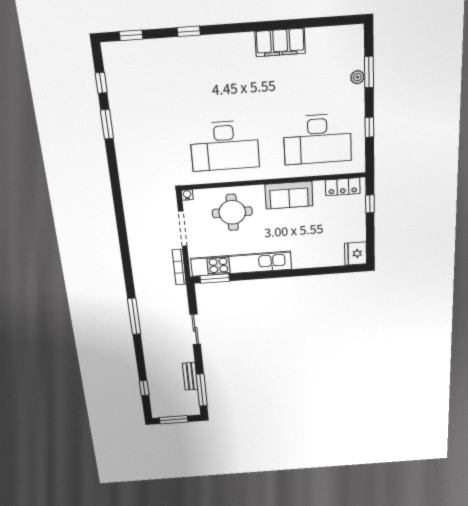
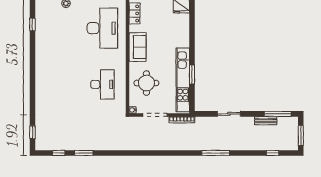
window: (189, 31) -> (32, 24), moved
filing cabinet: (280, 42) -> (42, 48), removed
desk: (224, 146) -> (102, 84), width x0.73, depth x0.77
window: (215, 278) -> (192, 75), moved

